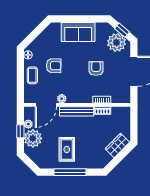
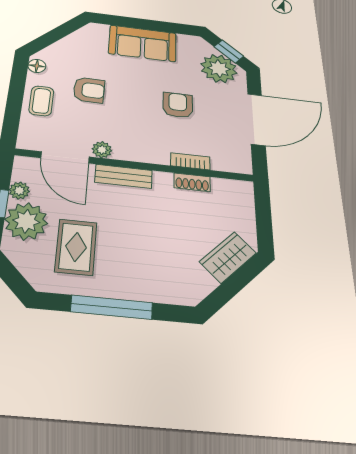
door: (46, 105) -> (65, 157), hinge flipped
bench: (77, 111) -> (124, 176), width x0.73
rug: (67, 149) -> (76, 247), moved

